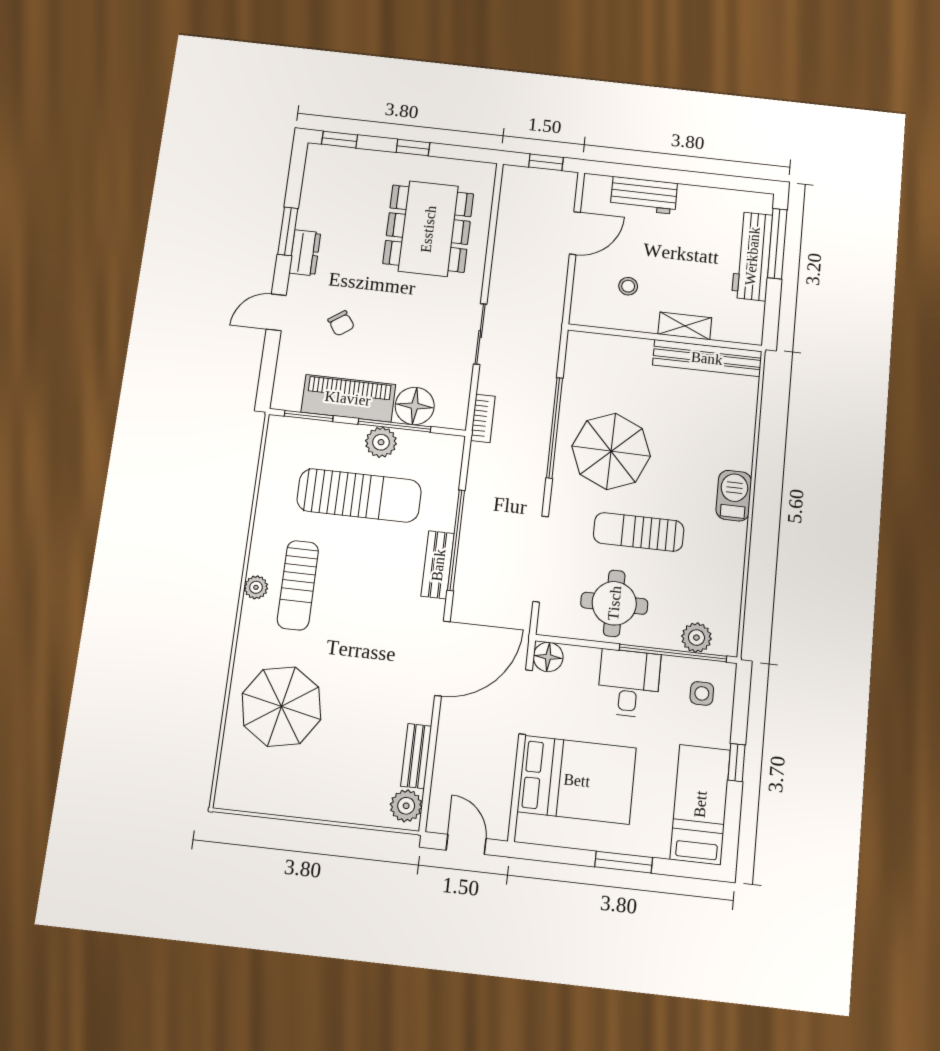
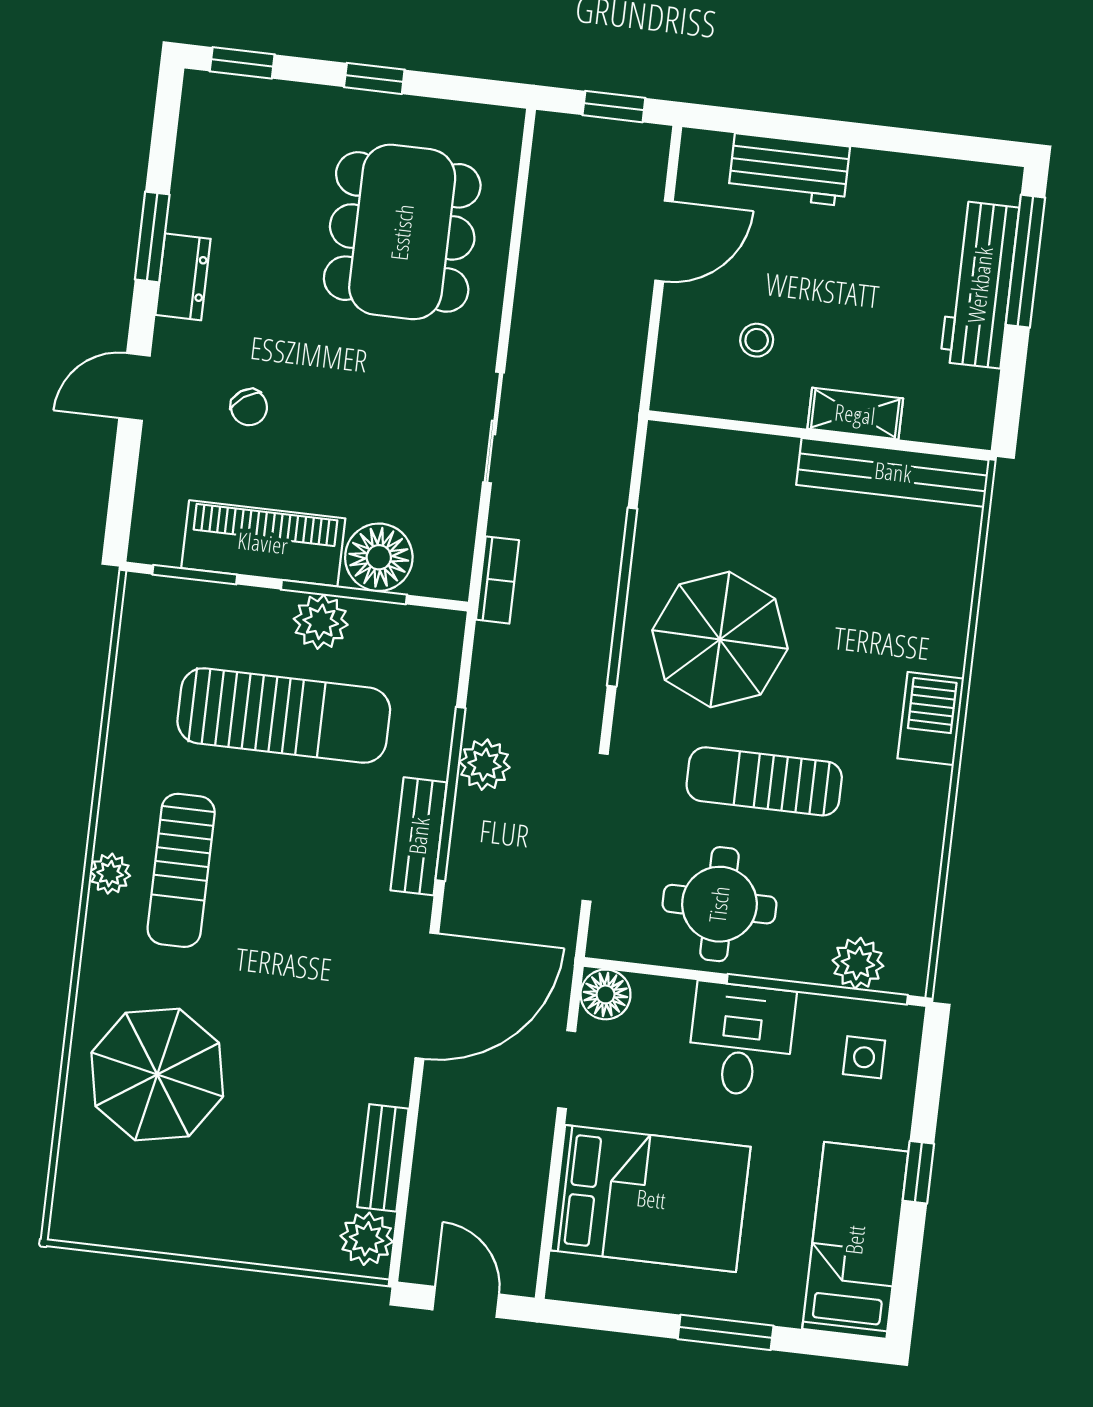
plant: (476, 523) -> (485, 765), added
doorway: (526, 702) -> (567, 1070), width x0.73

